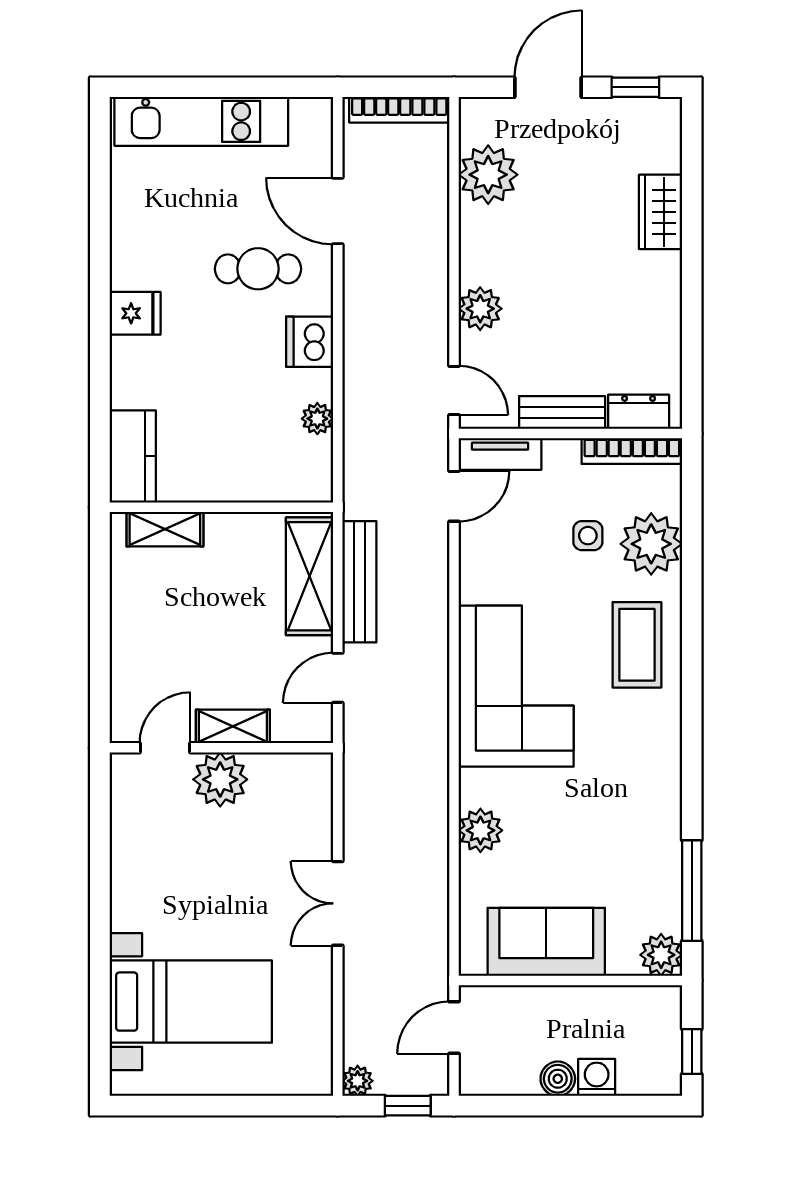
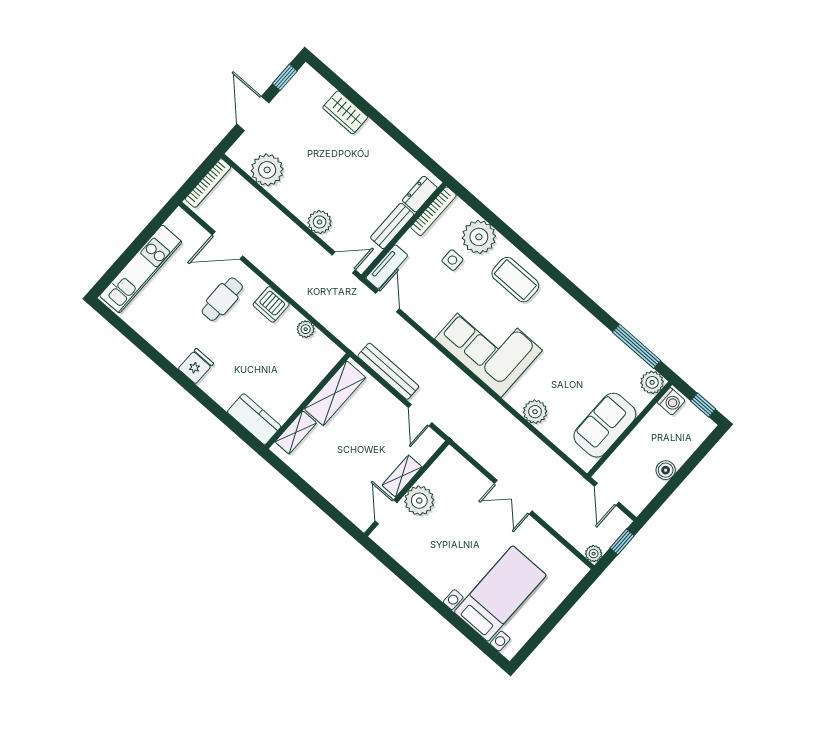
shelving: (309, 576) -> (335, 393), moved, turned 90
washing machine: (597, 1077) -> (671, 401), moved, turned 180

